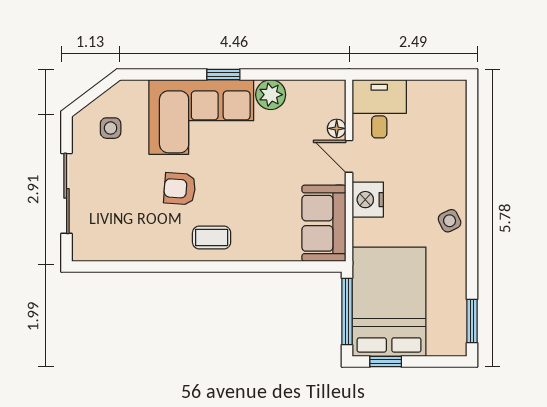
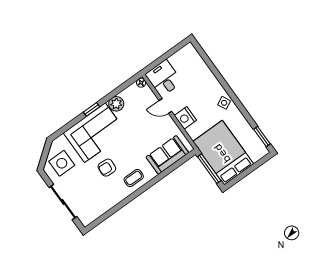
side table: (111, 128) -> (62, 163), width x1.87, depth x1.87
floor lamp: (337, 128) -> (141, 83), moved
sofa: (324, 223) -> (167, 155), moved, turned 90
window: (386, 362) -> (239, 178), removed

